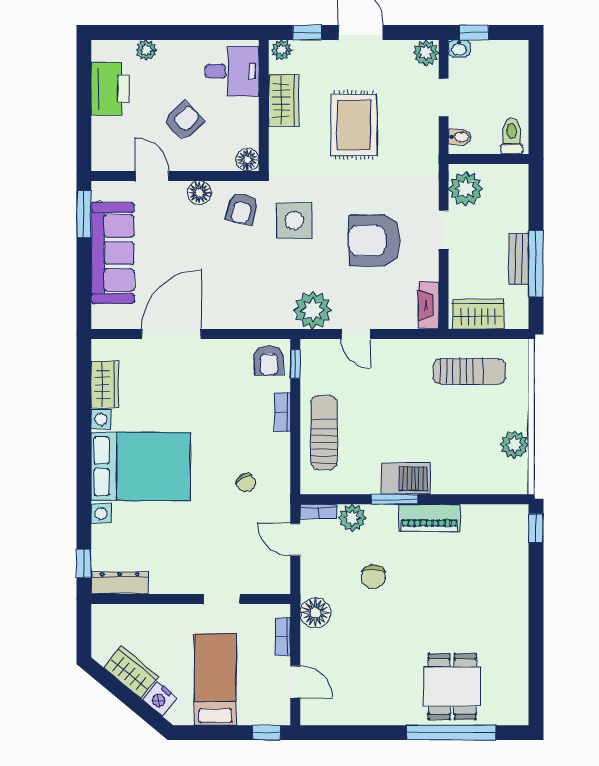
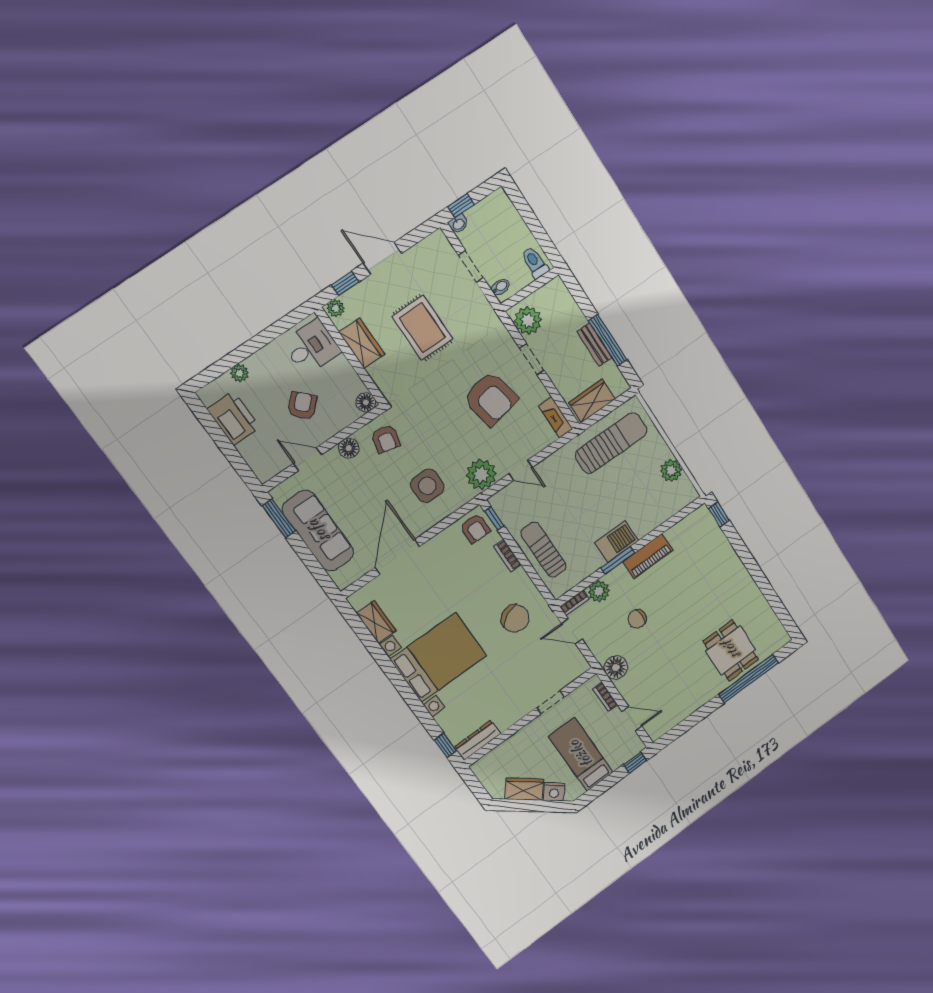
plant: (426, 53) -> (437, 243), removed
side table: (294, 221) -> (427, 486), moved
armchair: (374, 241) -> (491, 399), turned -101
sun lounger: (469, 371) -> (611, 443), width x1.36, depth x1.34
chair: (246, 483) -> (515, 618), width x1.87, depth x1.87
chair: (373, 577) -> (637, 619), turned 90

